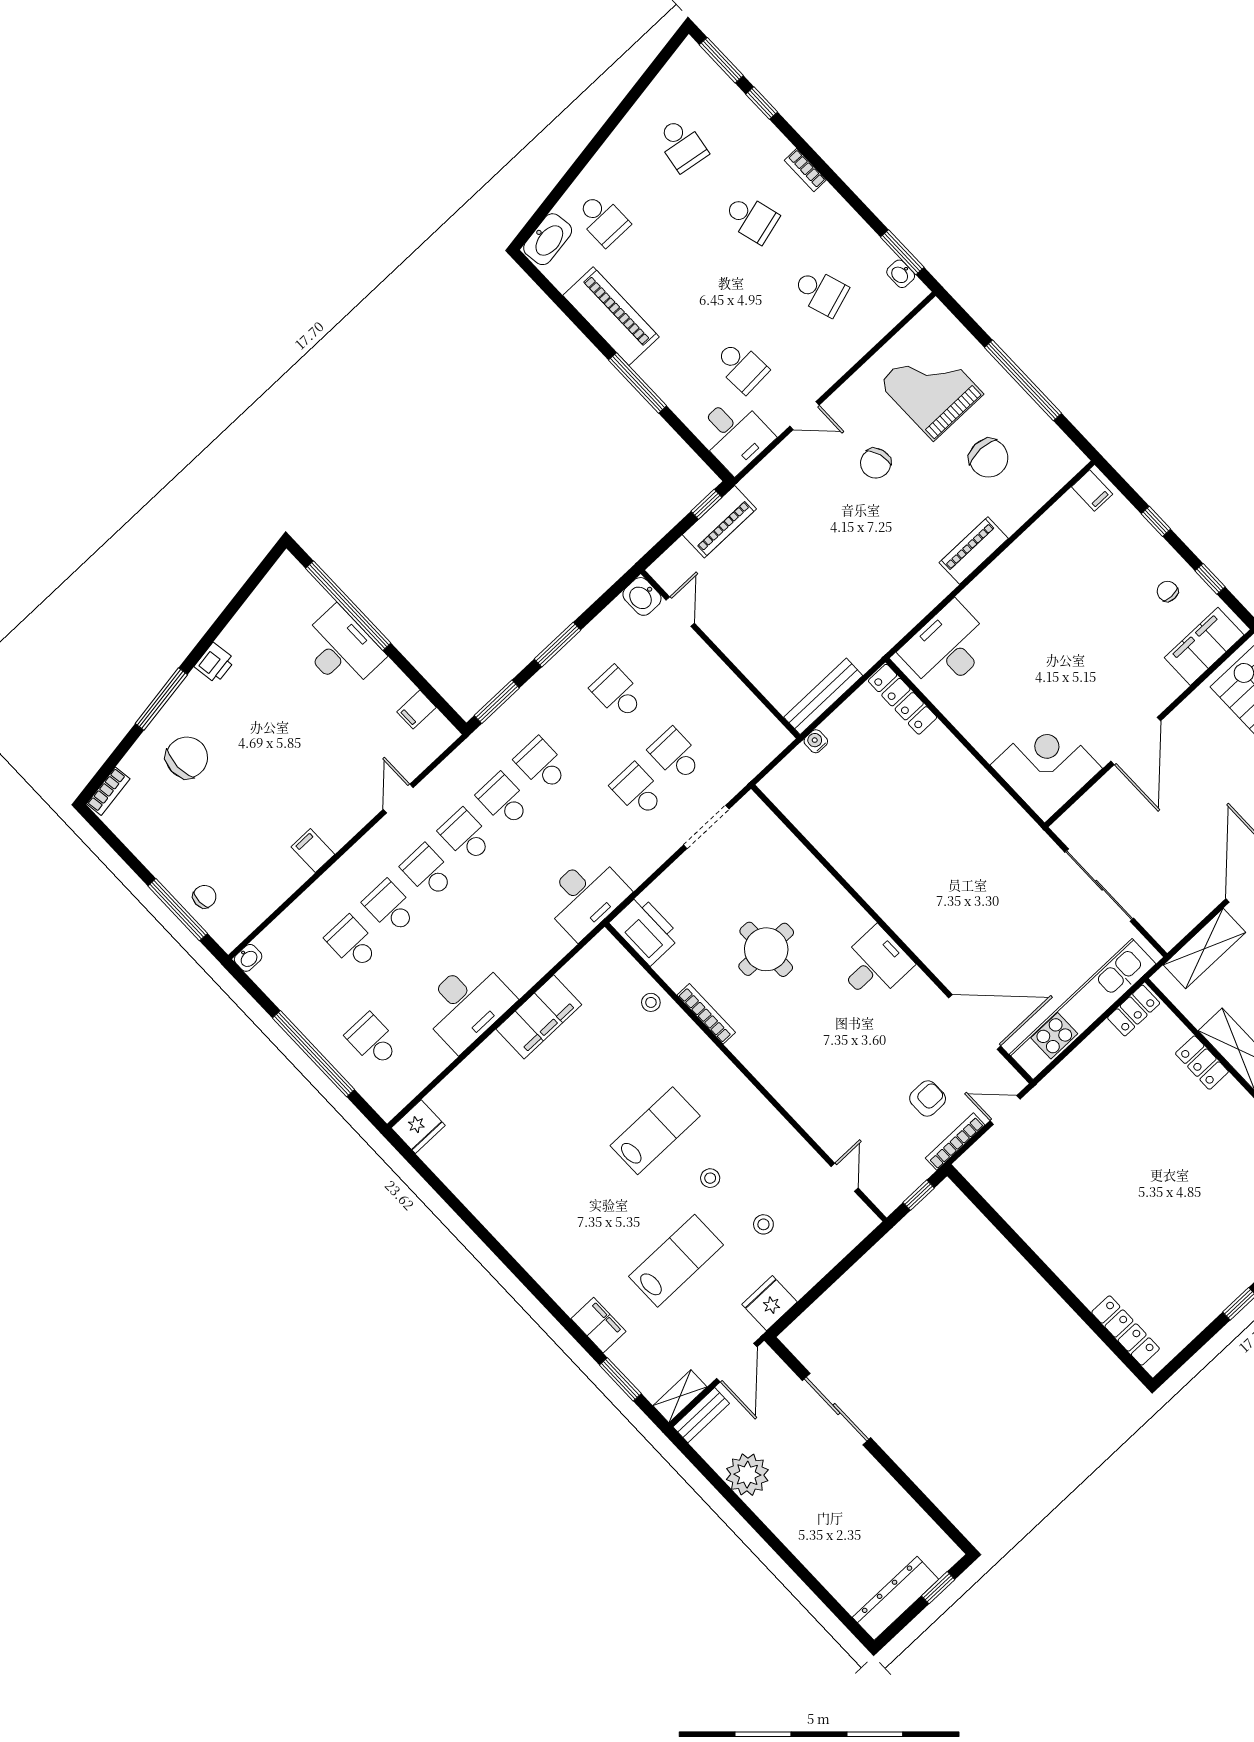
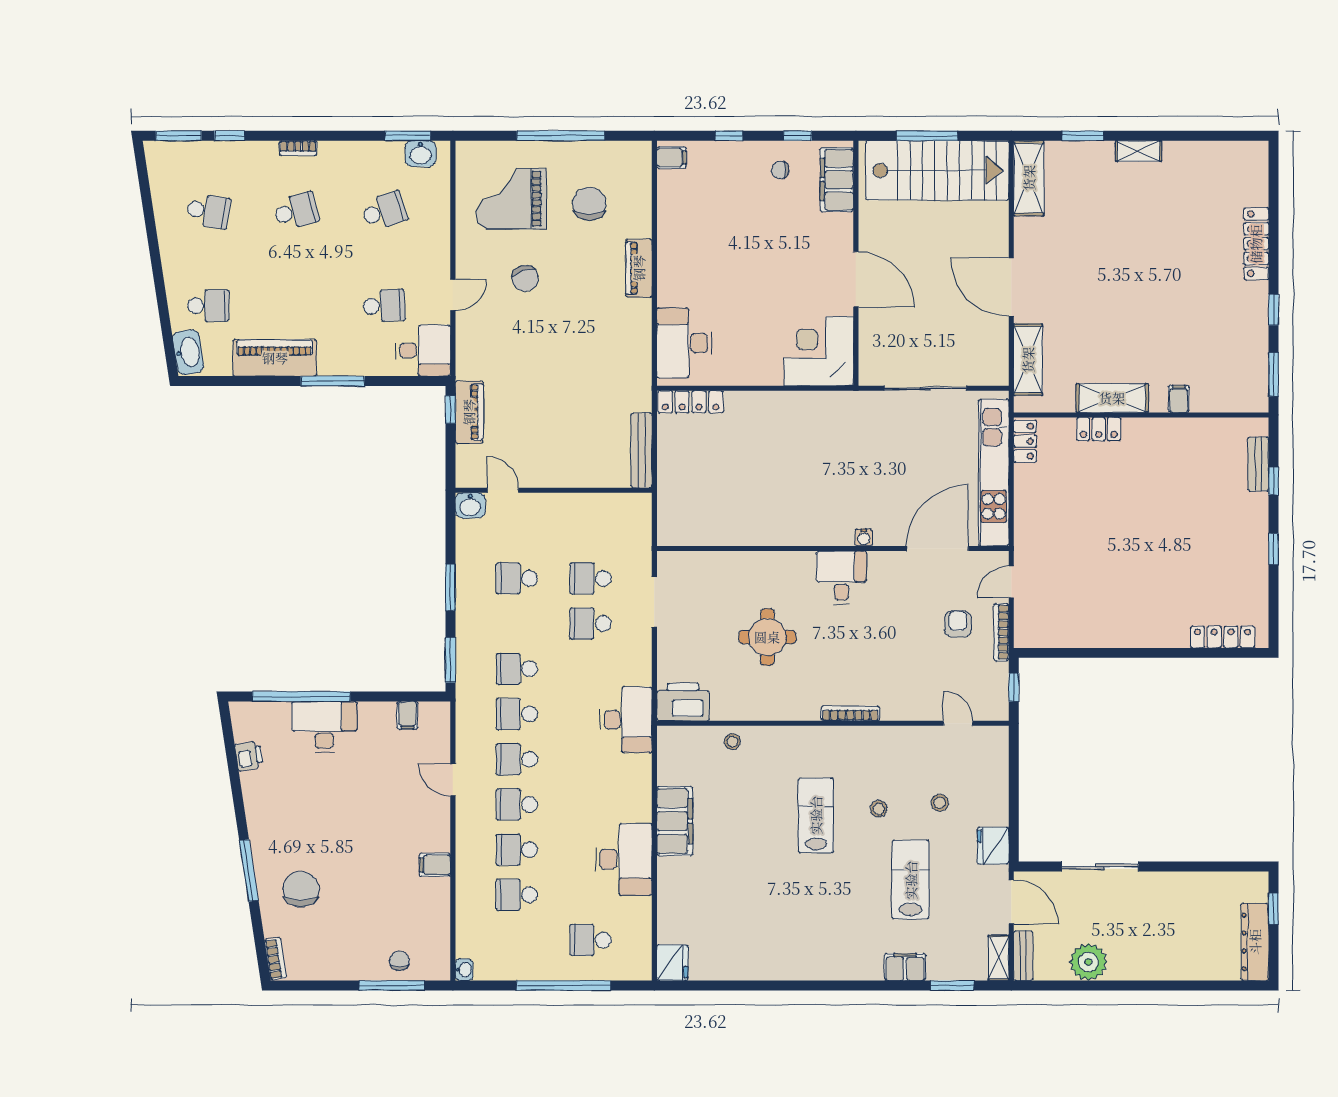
washbasin: (901, 274) -> (420, 154), width x1.38, depth x1.45
chair: (989, 458) -> (589, 204), turned -90
printer: (215, 663) -> (249, 756), moved
water cooler: (816, 741) -> (864, 537), moved, turned -90
bookcase: (706, 1014) -> (850, 713), moved

